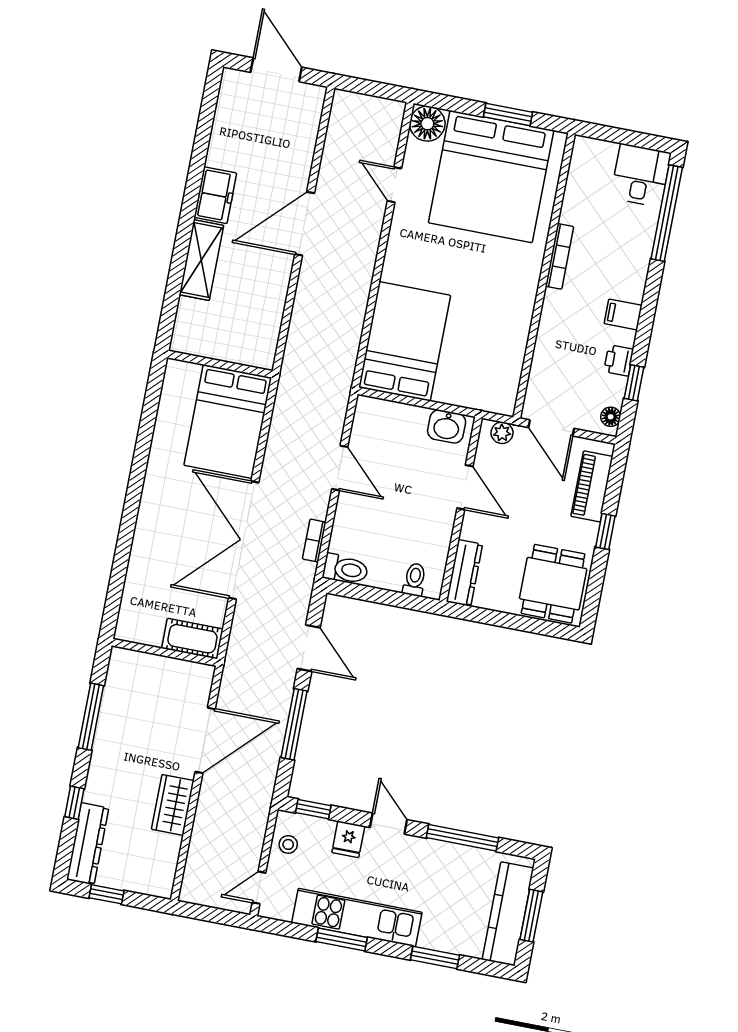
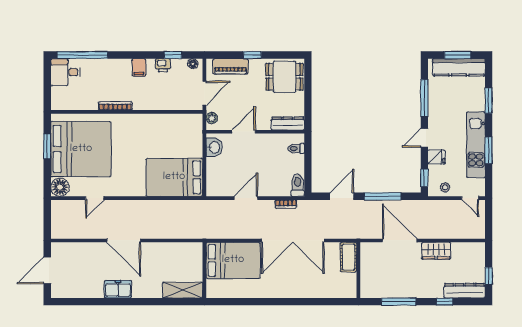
shelving: (201, 260) -> (183, 290), moved

